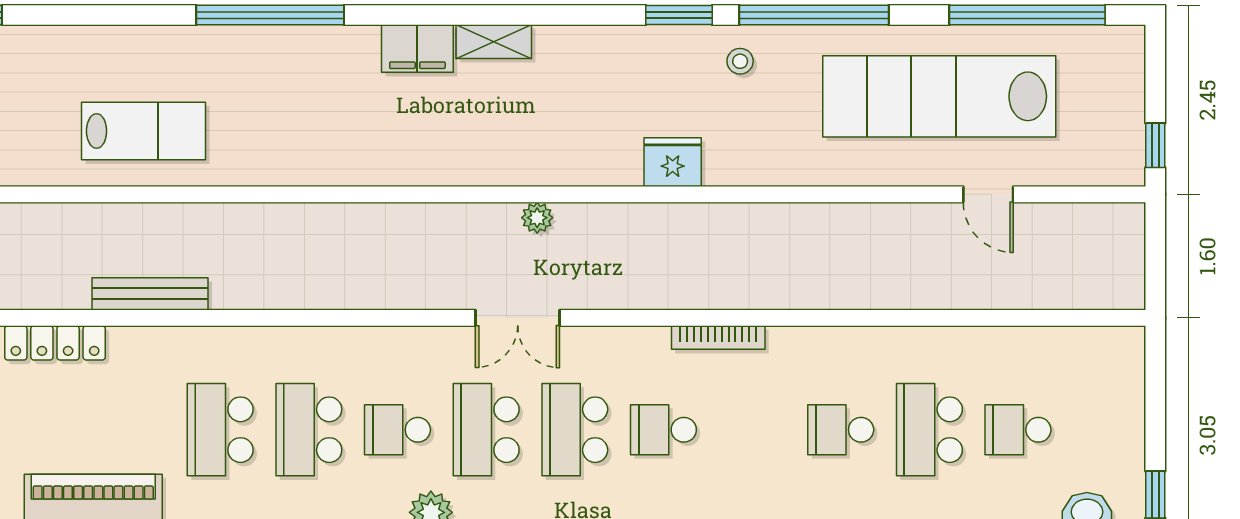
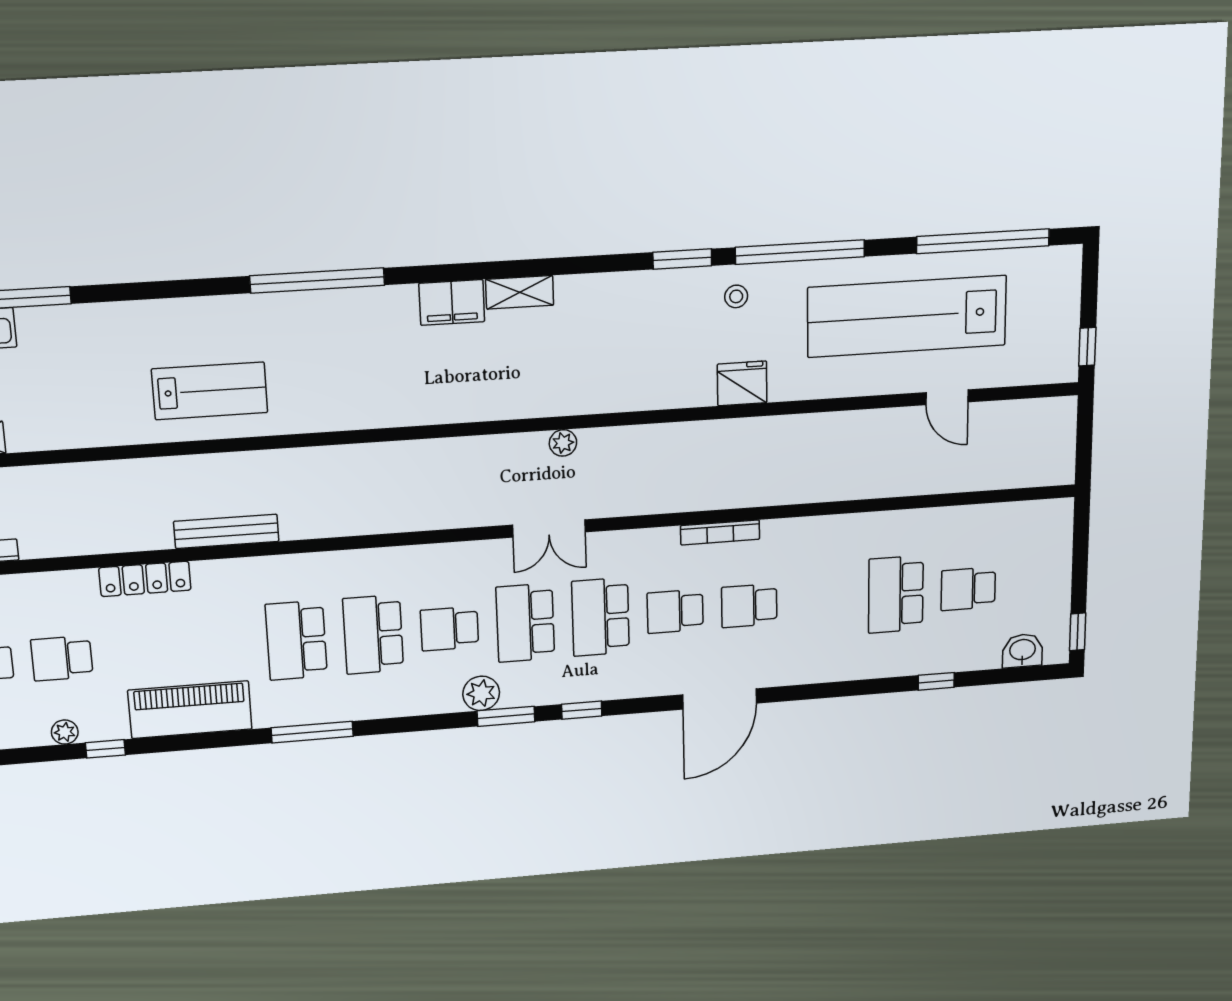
fridge: (673, 162) -> (742, 383), moved
school desk: (841, 430) -> (749, 606), moved

